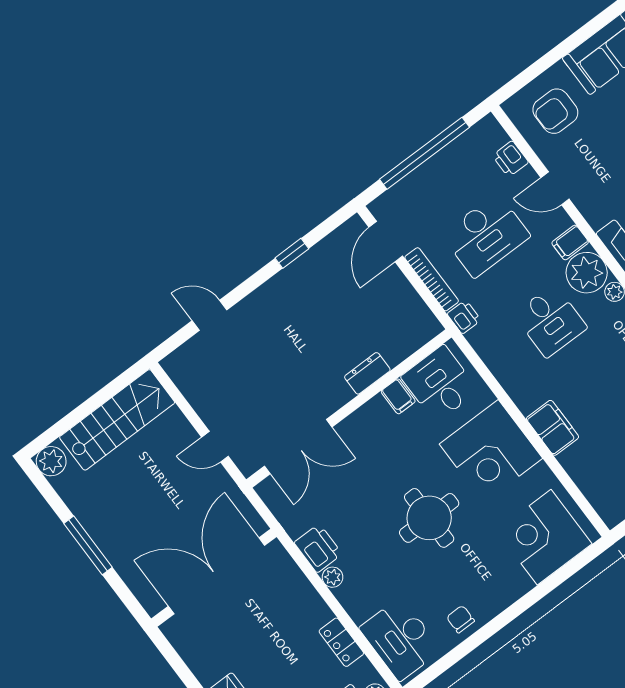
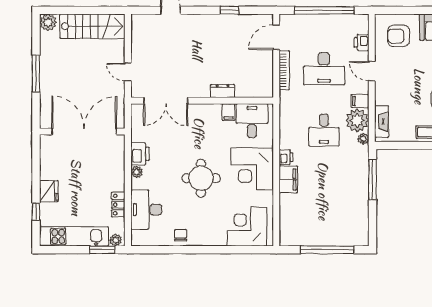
printer: (464, 317) -> (286, 157), moved
desk: (400, 639) -> (146, 210), moved

